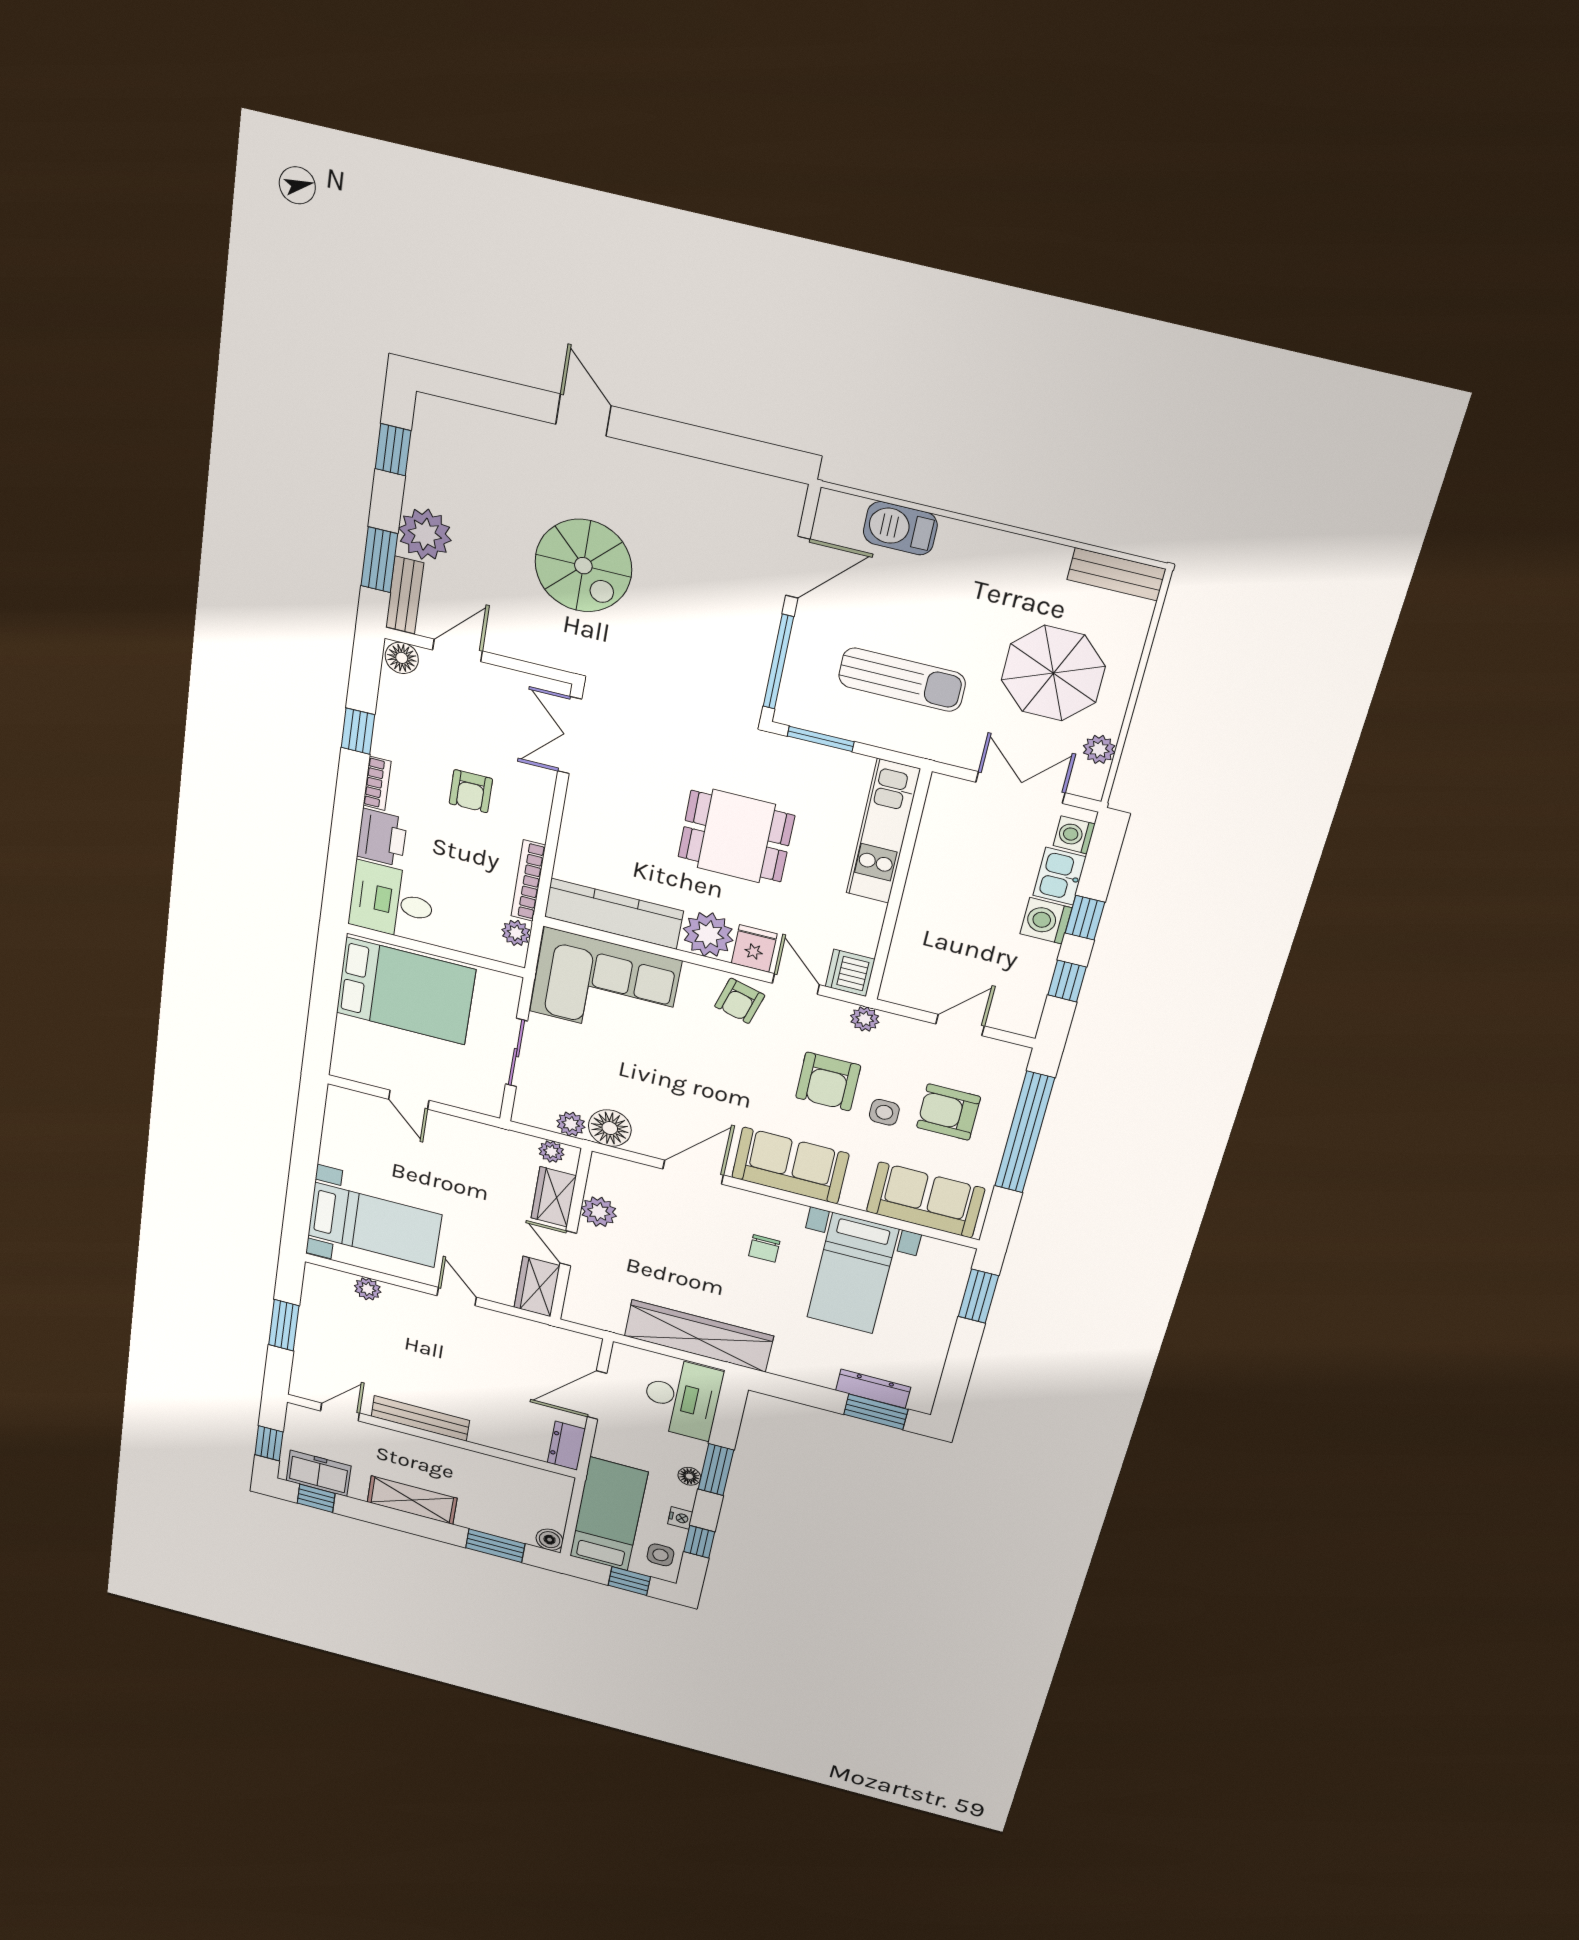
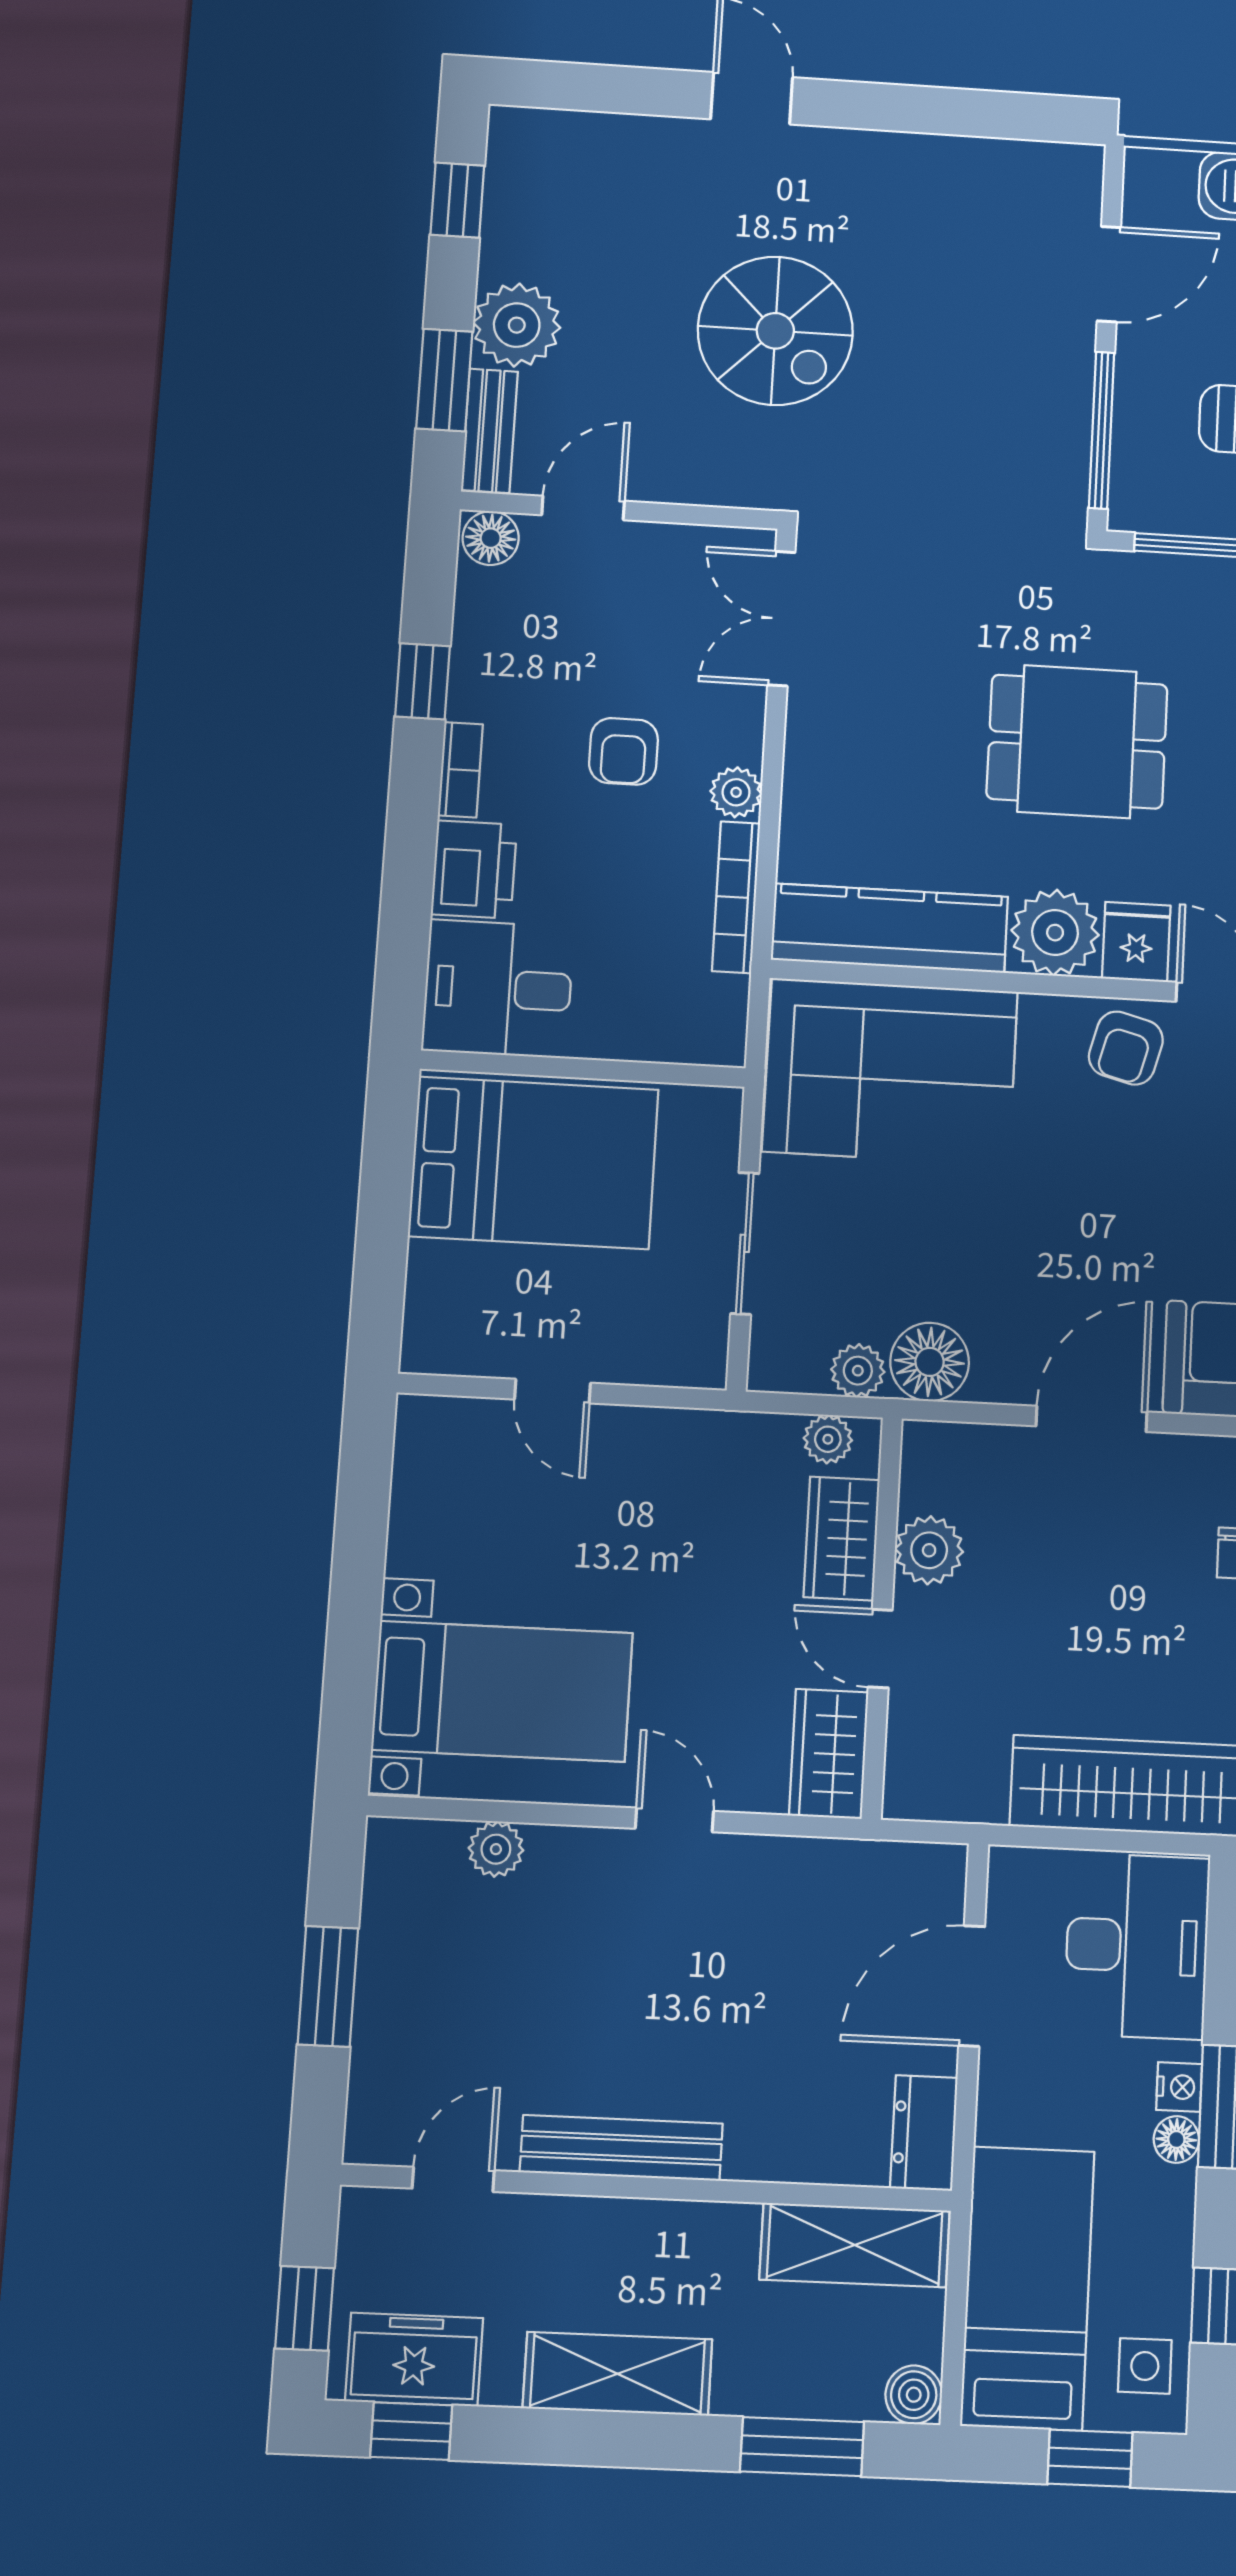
plant: (516, 933) -> (736, 792), moved
shelving: (528, 1480) -> (855, 2245), added
nightstand: (680, 1518) -> (1179, 2087), moved

